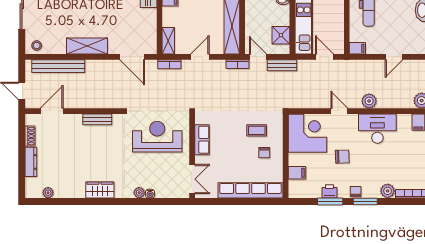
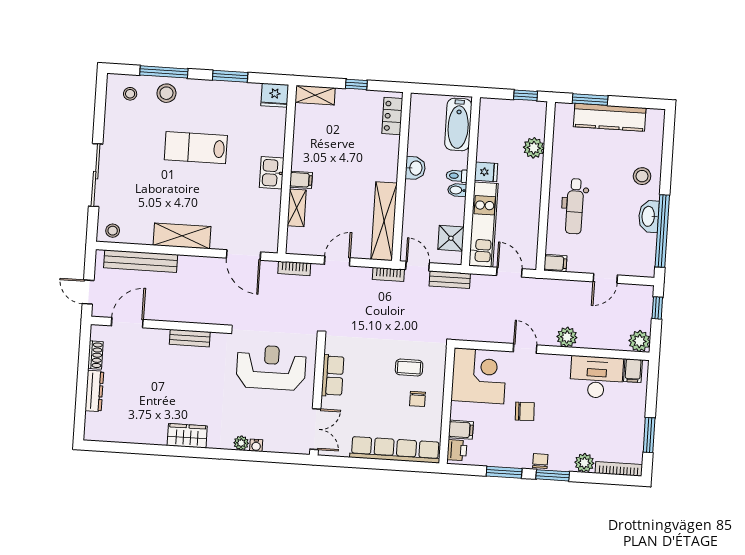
shelving: (168, 41) -> (297, 208), moved
desk: (377, 129) -> (596, 377), moved
printer: (329, 191) -> (457, 450), moved, turned 90
plant: (48, 193) -> (115, 435), removed

